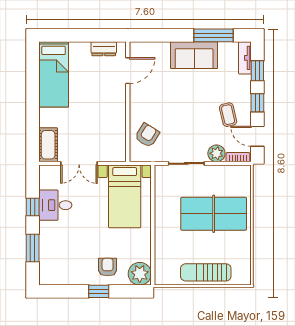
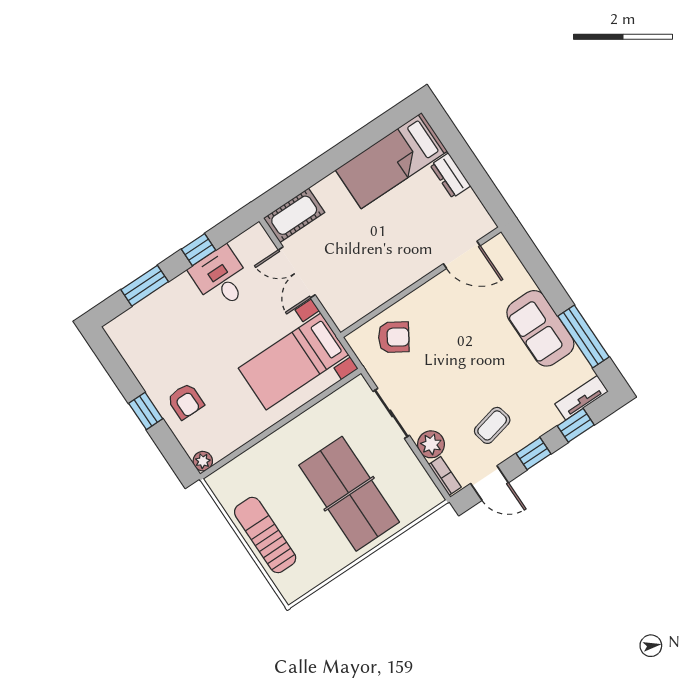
dresser: (104, 49) -> (450, 176), moved
door: (257, 136) -> (489, 483), swing flipped
armchair: (108, 267) -> (186, 401), turned 90
plant: (140, 274) -> (203, 461), width x0.53, depth x0.53

